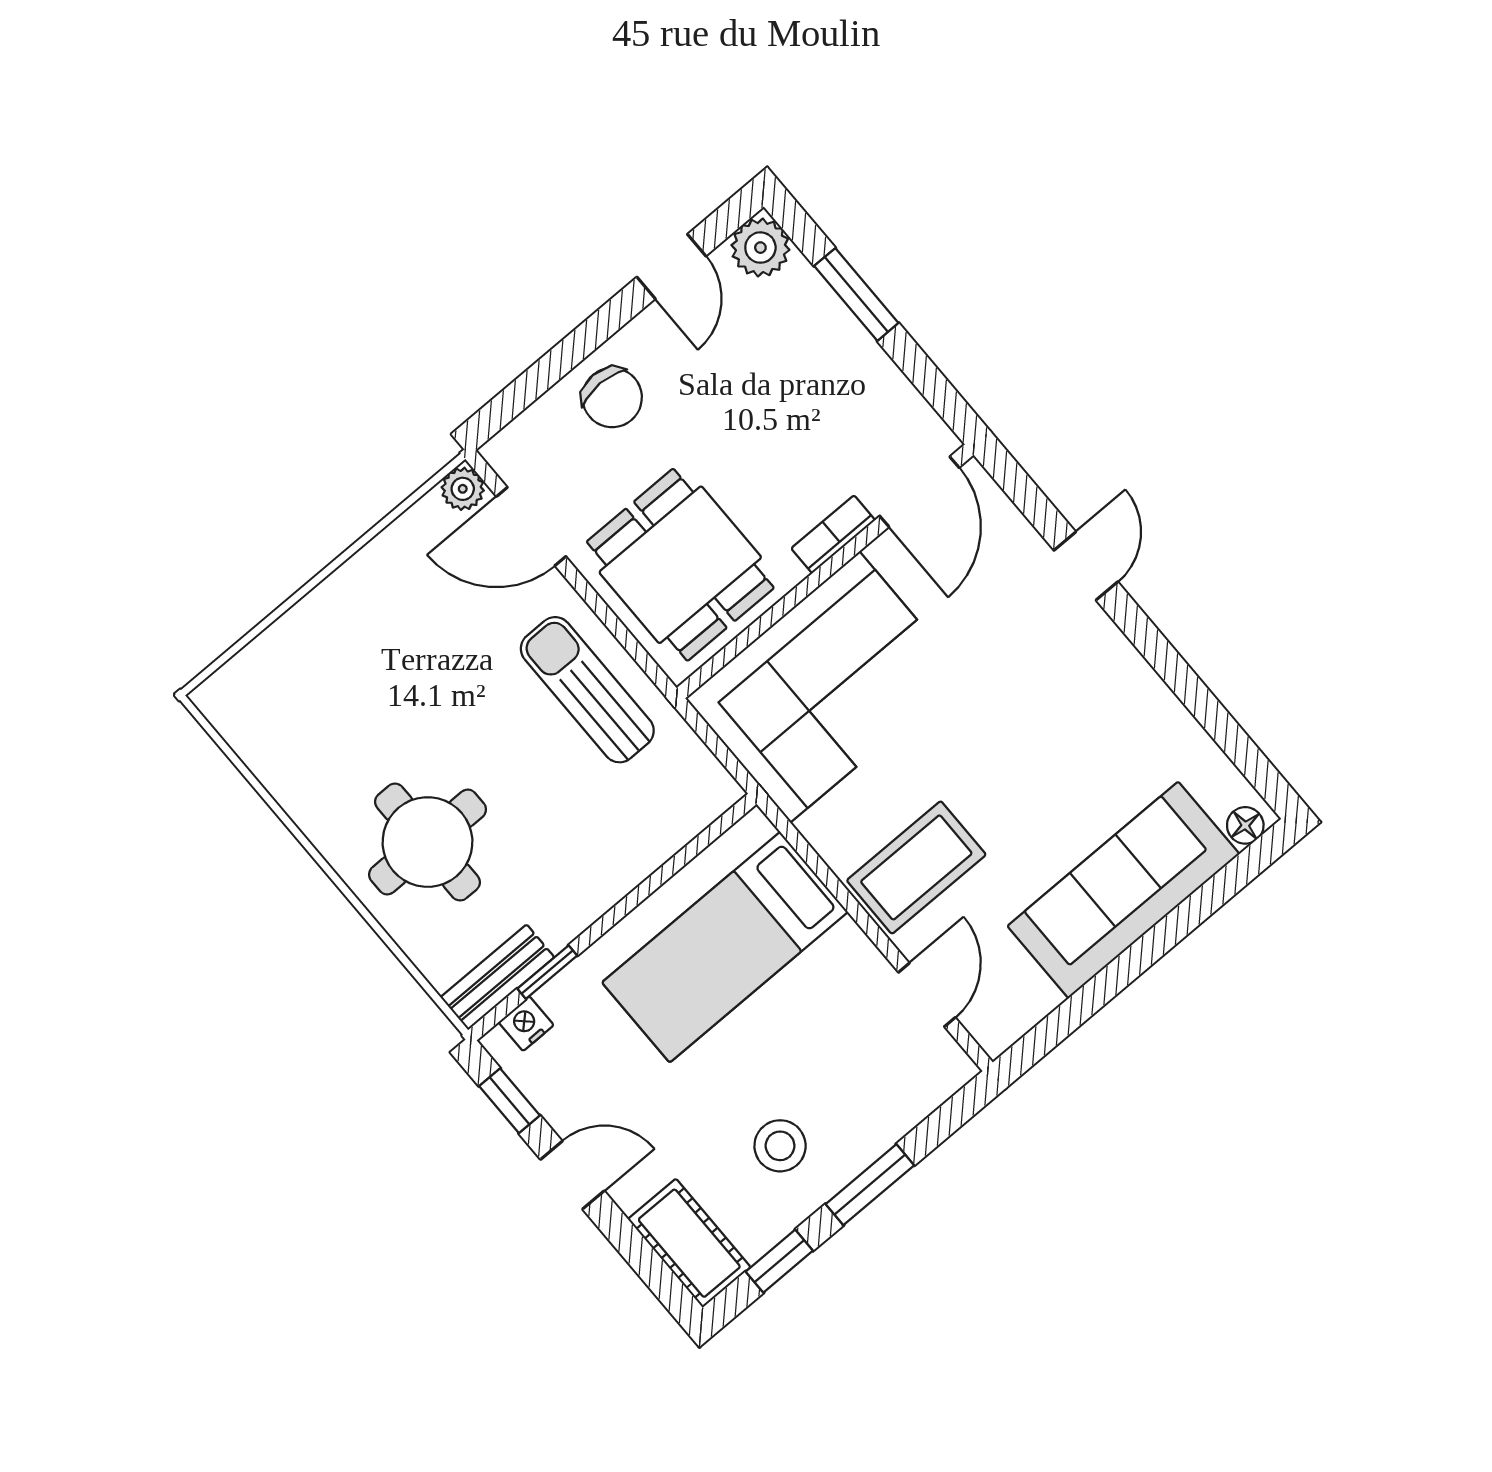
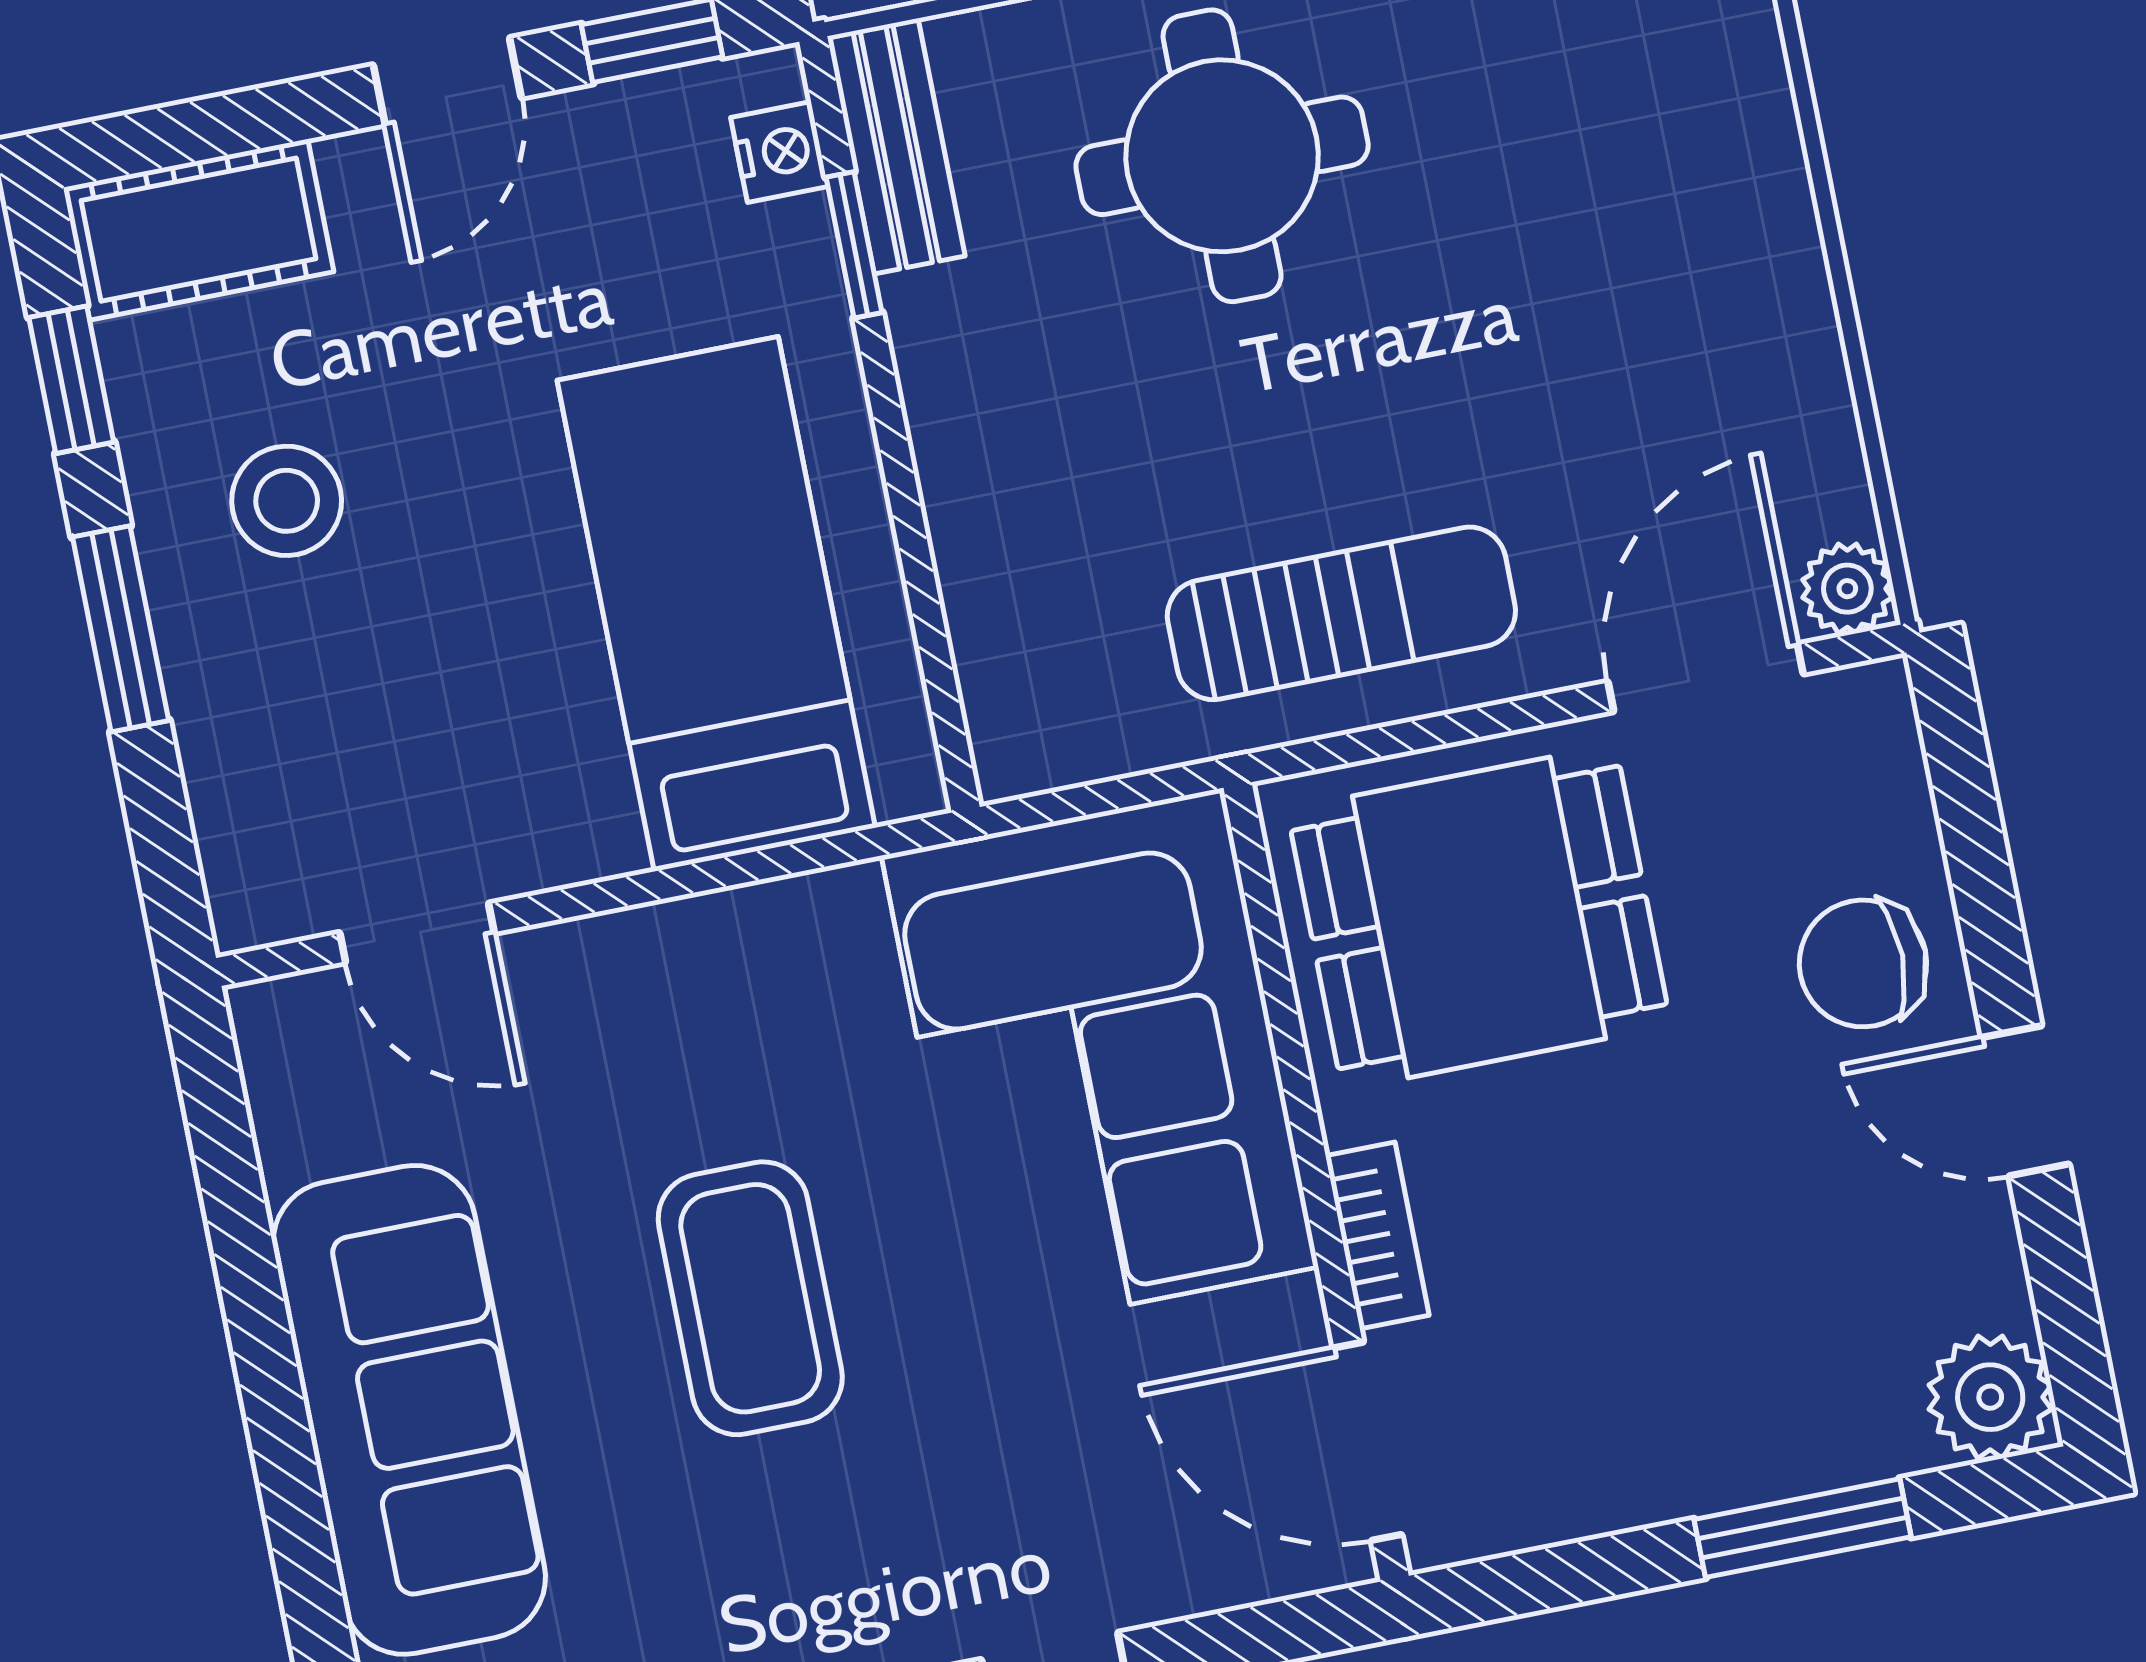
door: (671, 267) -> (2025, 1101), moved
coffee table: (916, 867) -> (750, 1298), moved

